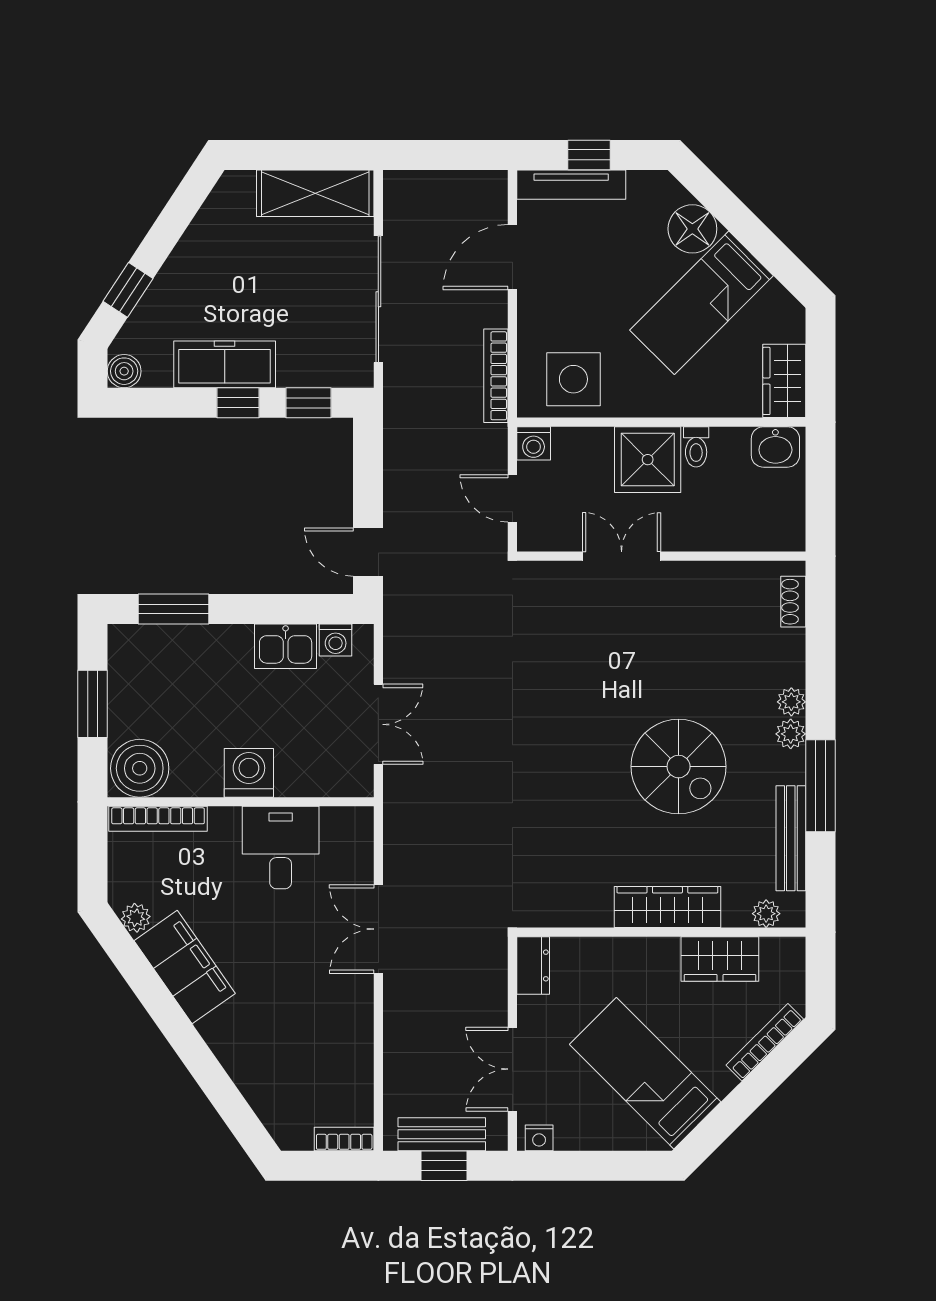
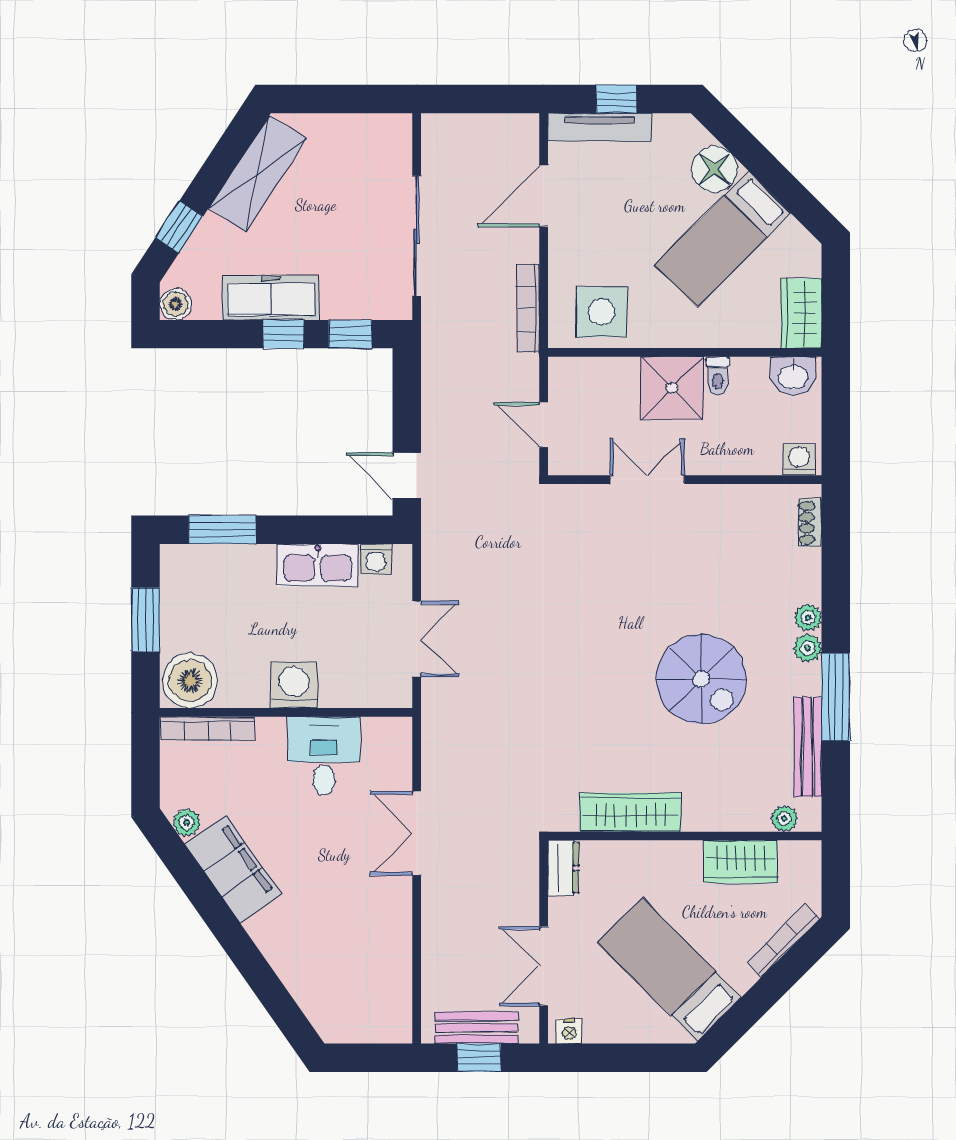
shelving: (315, 193) -> (258, 174), moved, turned -57
washing machine: (534, 443) -> (799, 459), moved, turned 180
kitchen sink: (286, 646) -> (318, 565), width x1.38
wardrobe: (667, 907) -> (631, 812), moved
bookcase: (344, 1139) -> (384, 1032), removed

